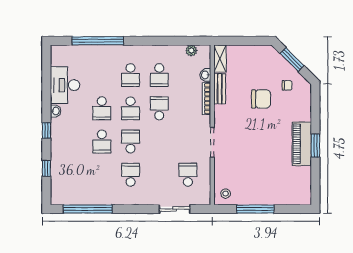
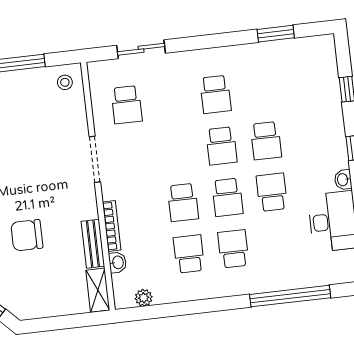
school desk: (131, 108) -> (227, 197), turned 180
school desk: (102, 142) -> (266, 141), turned 180
window: (88, 209) -> (276, 34), width x0.47

